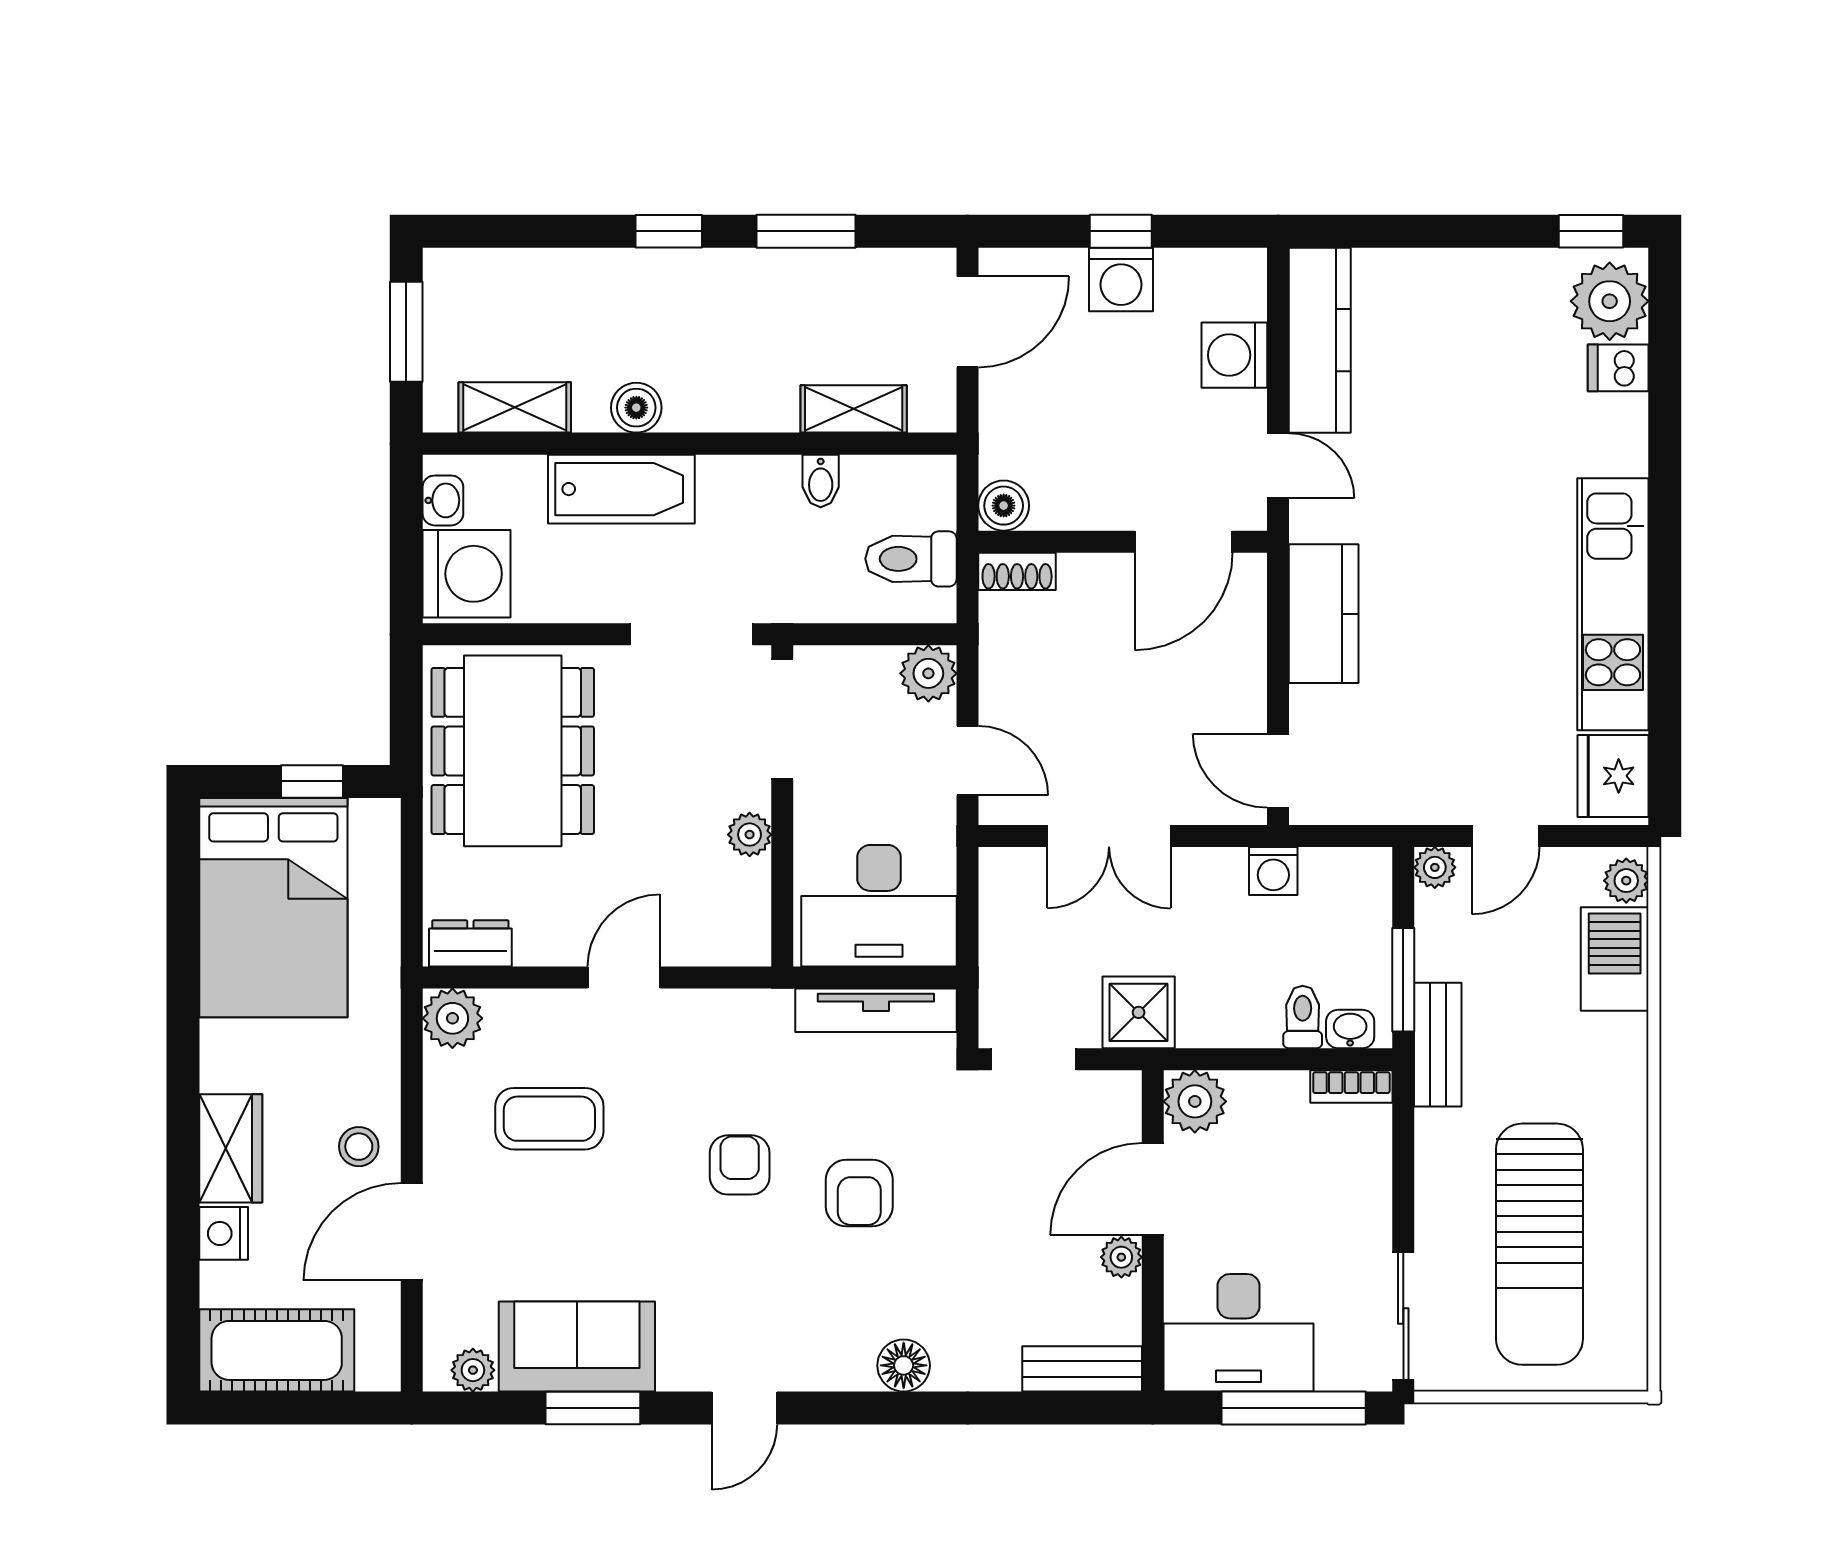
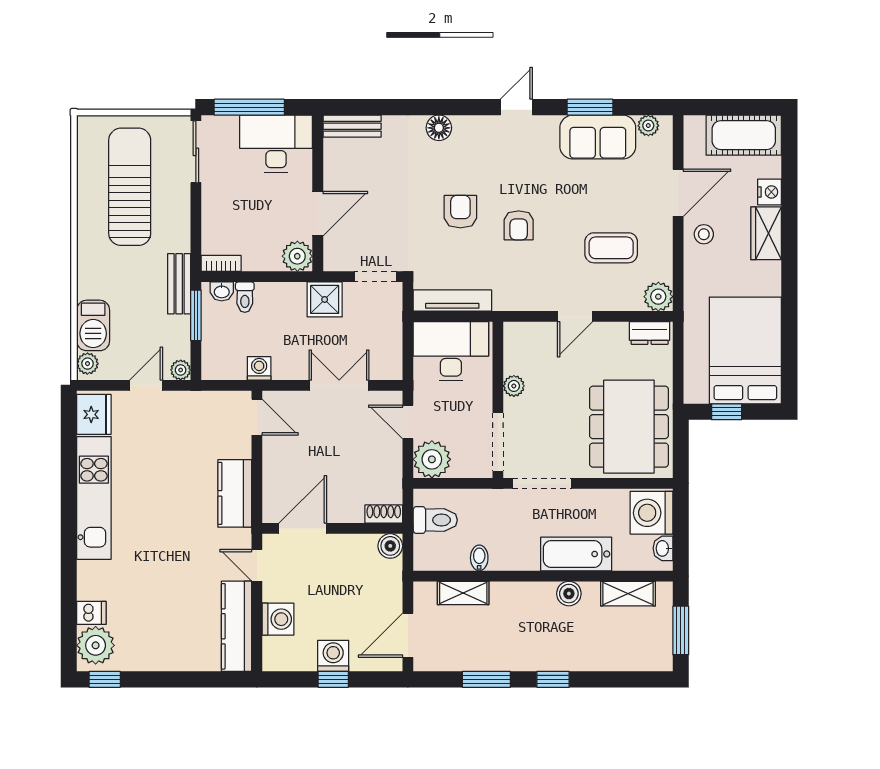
plant: (928, 673) -> (432, 459), width x1.36, depth x1.36
plant: (1121, 1257) -> (333, 180), removed

